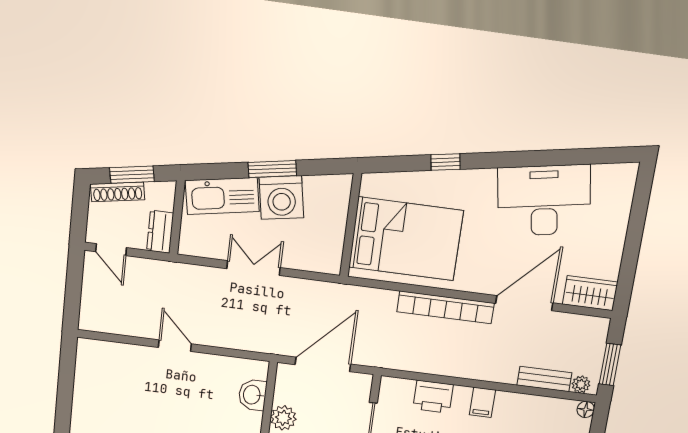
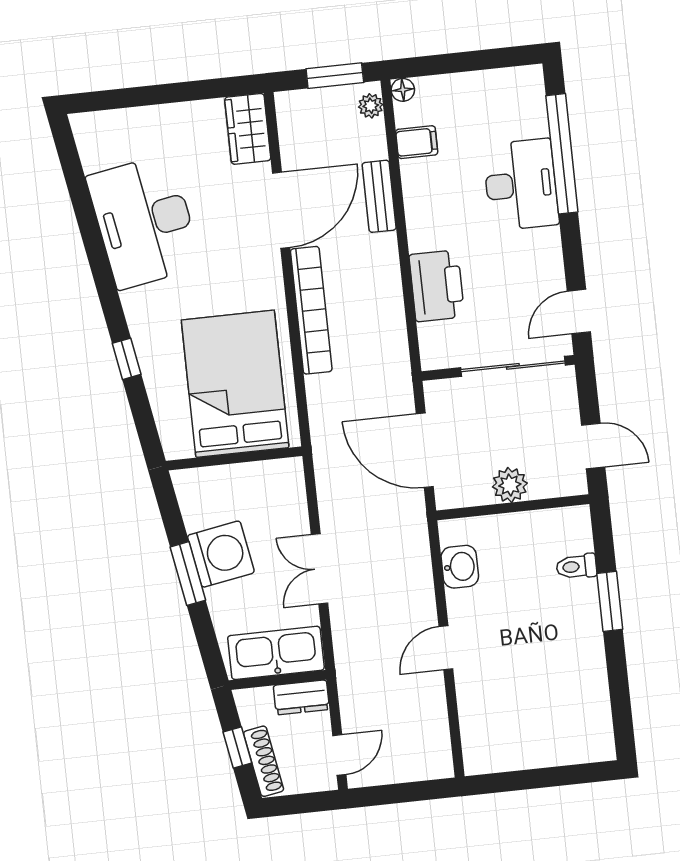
window: (132, 175) -> (237, 748), width x0.67
kitchen sink: (222, 196) -> (276, 653), moved, turned -80
door: (524, 303) -> (281, 210), swing flipped
bench: (544, 379) -> (379, 196), moved
washbasin: (252, 395) -> (460, 567), moved, turned -90
printer: (433, 397) -> (437, 286), width x1.37, depth x1.19
filing cabinet: (482, 402) -> (417, 142), moved

